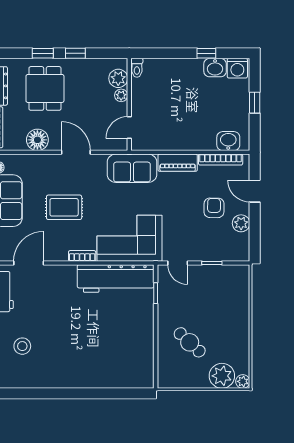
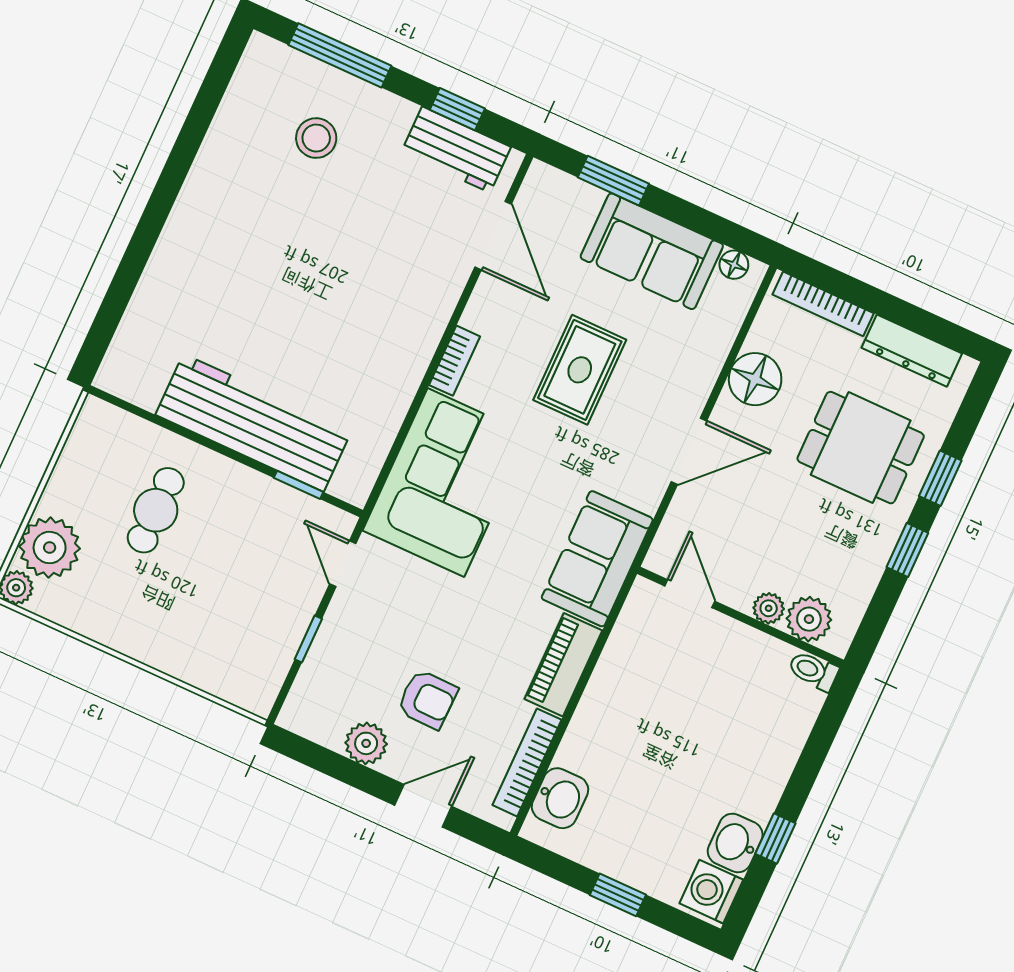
door: (178, 263) -> (343, 564), hinge flipped
workbench: (116, 279) -> (253, 423), moved, turned 90
cafe table: (190, 342) -> (156, 510), turned -43

